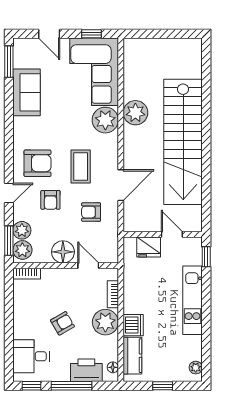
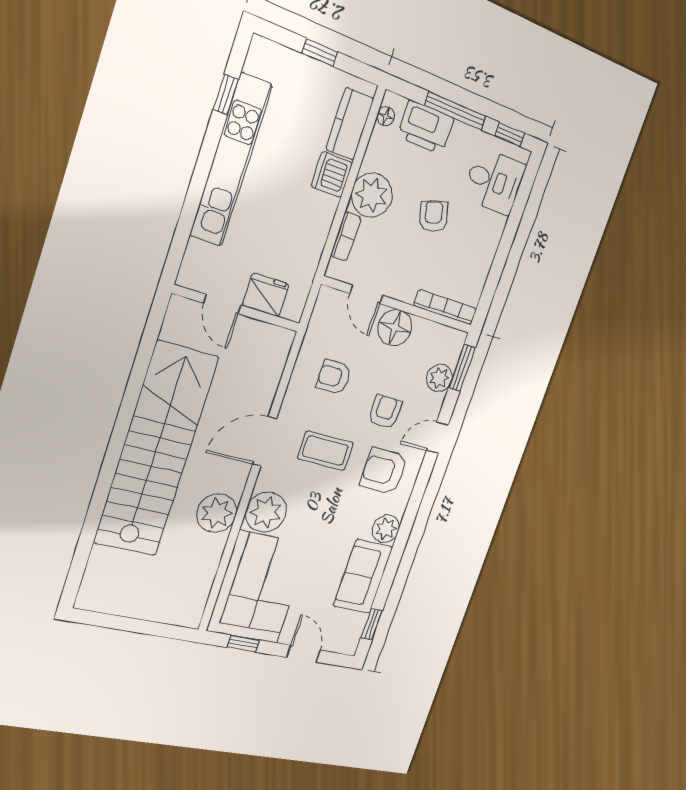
window: (9, 62) -> (372, 624), width x0.67
coffee table: (81, 166) -> (325, 451), turned 90
door: (121, 185) -> (265, 441), moved
armchair: (91, 212) -> (334, 377), turned 180
plant: (22, 250) -> (386, 529), moved
window: (206, 257) -> (226, 95), moved
bookcase: (27, 274) -> (445, 307), width x1.56
kitchen unit: (192, 300) -> (231, 160), width x1.36
armchair: (62, 323) -> (434, 216), turned 102
plant: (196, 368) -> (256, 62), removed

